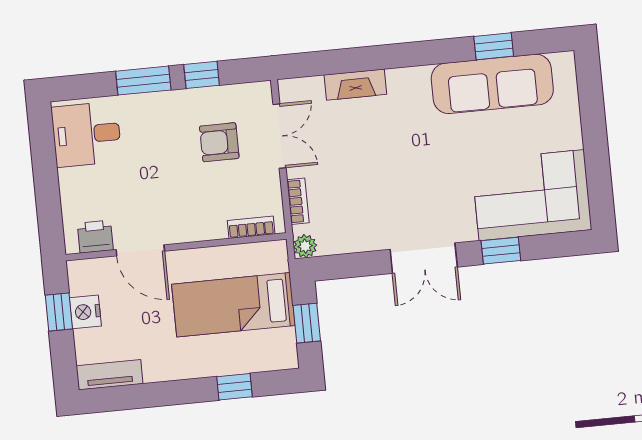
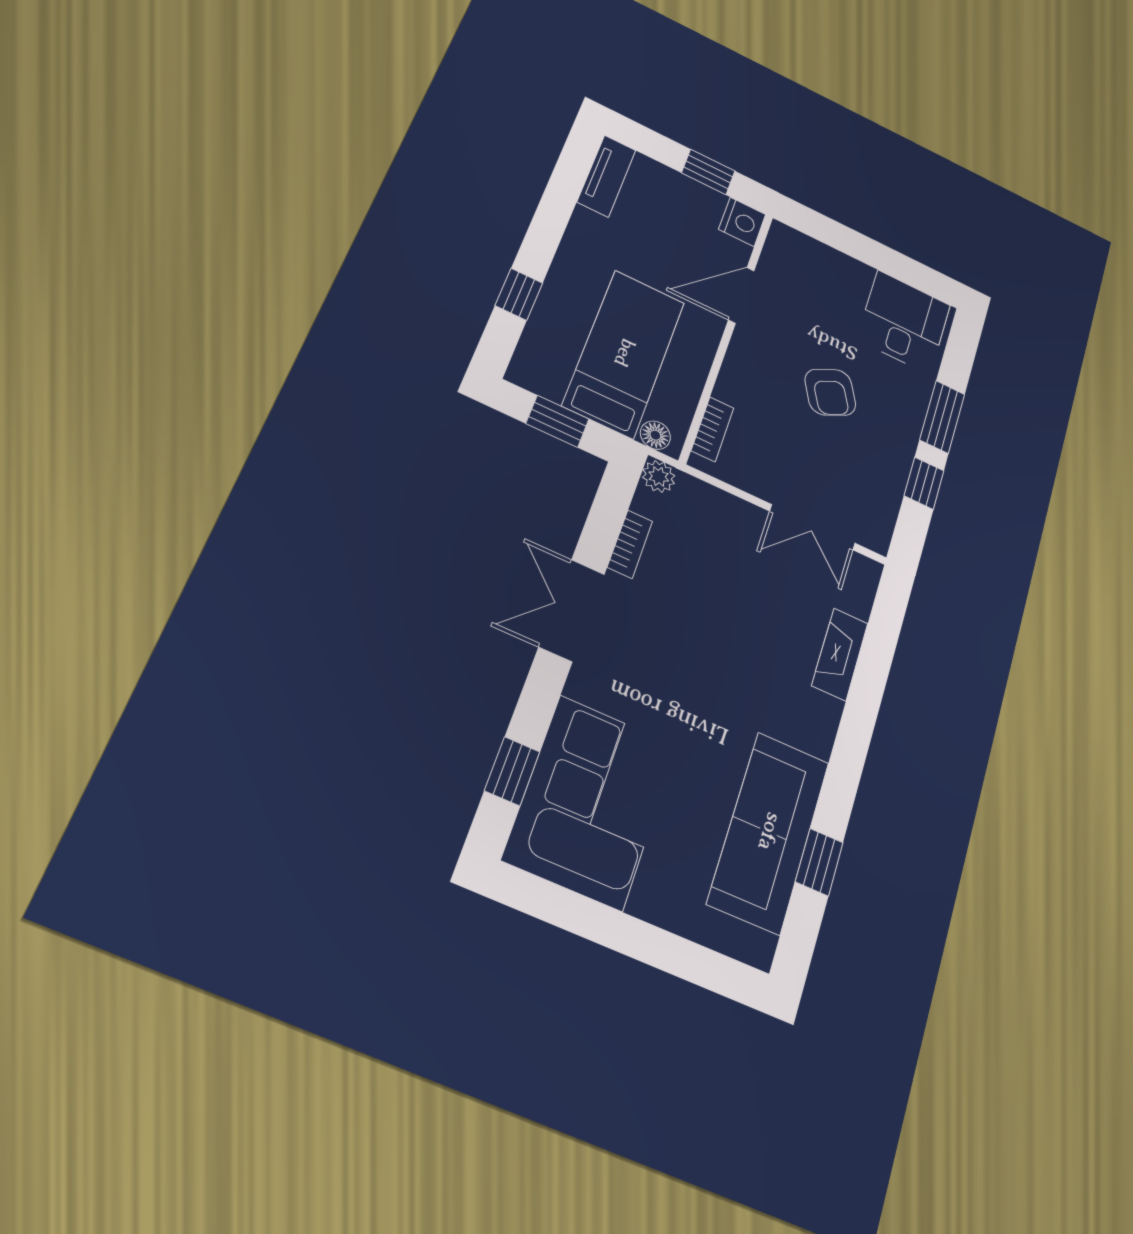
armchair: (219, 142) -> (830, 392), moved, turned 153
bookcase: (298, 201) -> (630, 544), moved, turned -90
printer: (95, 237) -> (780, 260), removed
window: (501, 251) -> (512, 771), moved
floor lamp: (278, 261) -> (655, 435), added
nightstand: (85, 312) -> (742, 222), moved, turned 90

